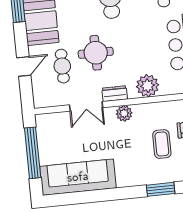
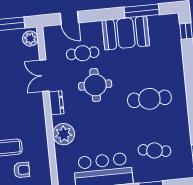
door: (24, 66) -> (69, 18), moved
plant: (124, 113) -> (30, 39), moved

